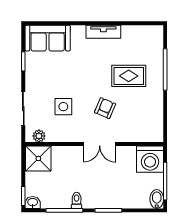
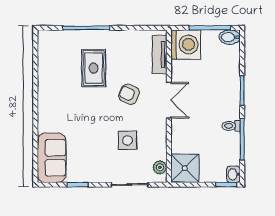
tv unit: (103, 32) -> (159, 55), moved, turned 180

